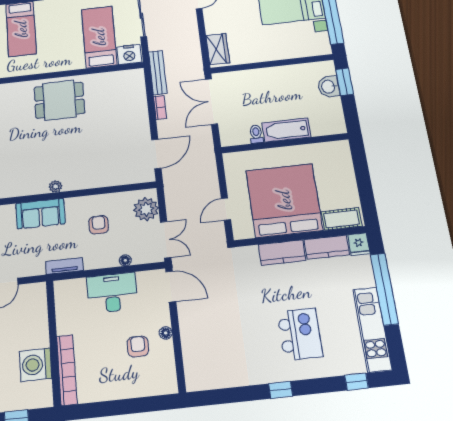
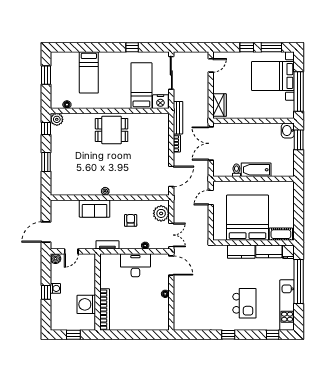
washbasin: (329, 87) -> (288, 130), moved
door: (226, 209) -> (211, 197), moved
armchair: (138, 346) -> (148, 300), removed

